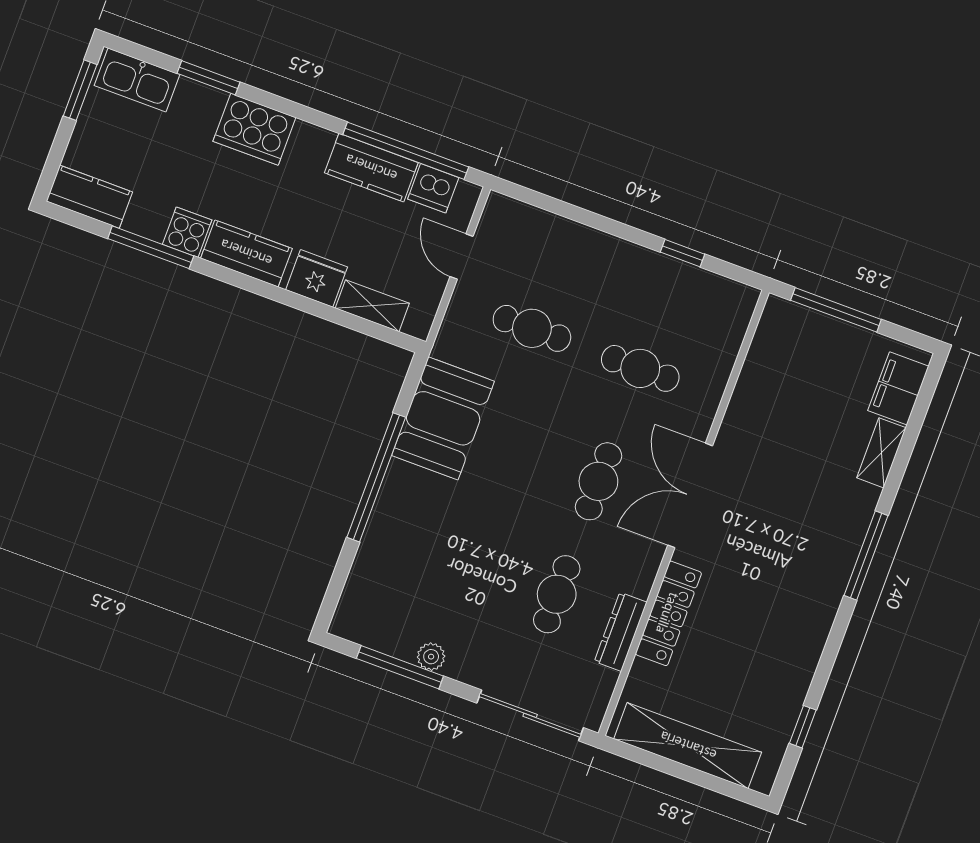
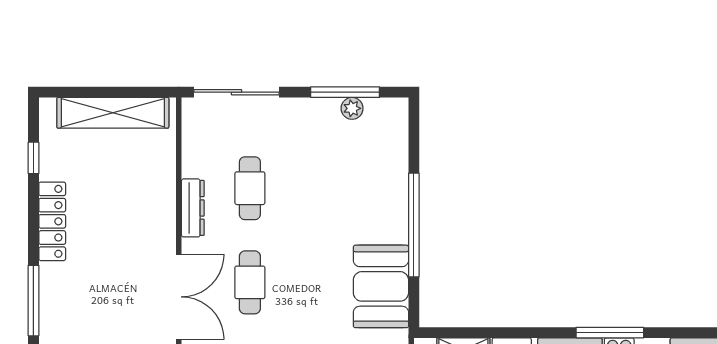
window: (151, 247) -> (610, 333), moved
locker: (668, 613) -> (52, 221), moved, turned 180
dresser: (621, 632) -> (193, 208), moved
plant: (431, 657) -> (352, 108), moved

